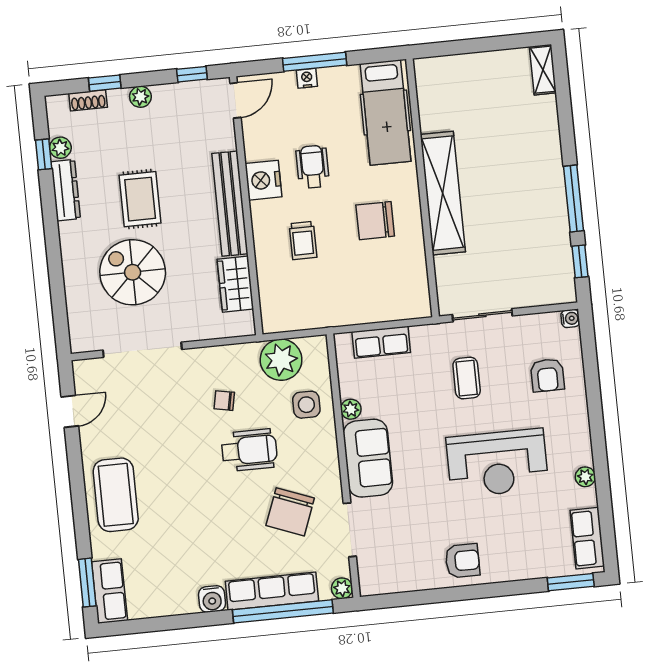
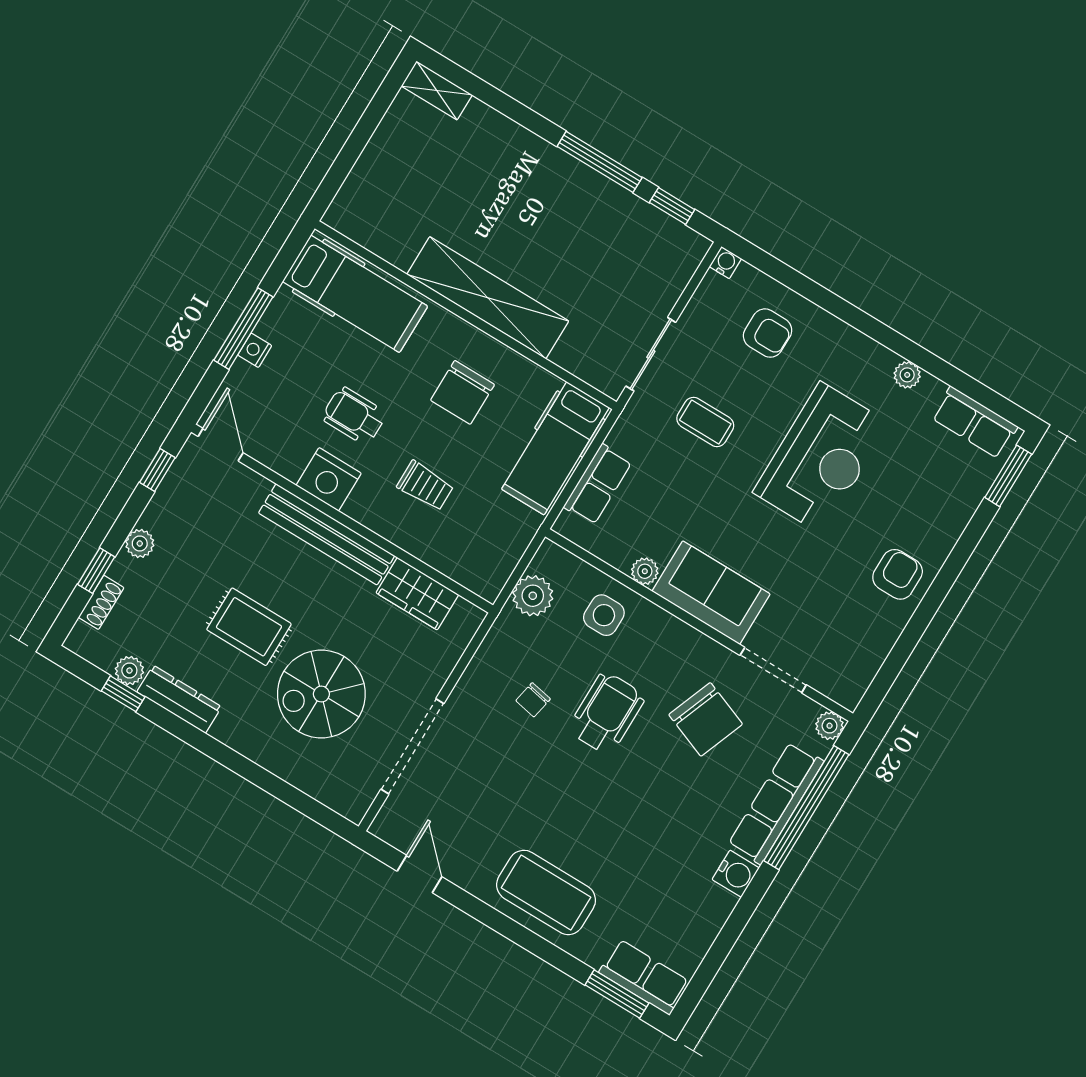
hospital bed: (384, 301) -> (555, 448), added
plant: (281, 360) -> (533, 596), width x0.73, depth x0.73

